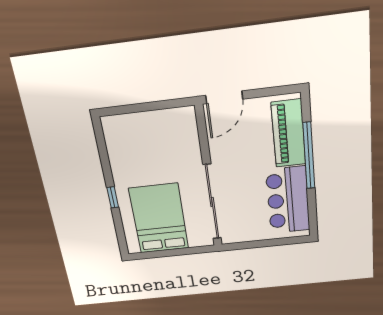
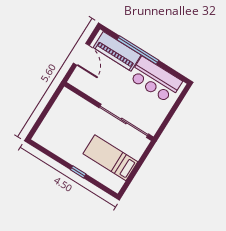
door: (224, 97) -> (81, 54), moved
bed: (159, 219) -> (110, 158), width x0.67

